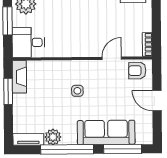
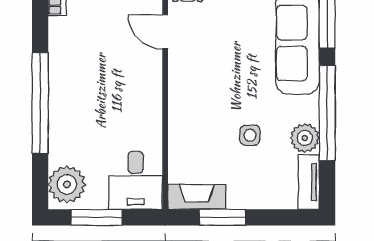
side table: (77, 91) -> (250, 135), moved

